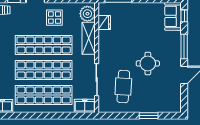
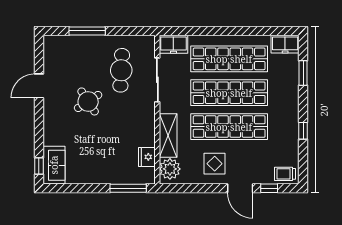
window: (184, 46) -> (39, 125), removed
round table: (148, 63) -> (88, 101), turned -33
window: (149, 116) -> (87, 31), width x1.44

